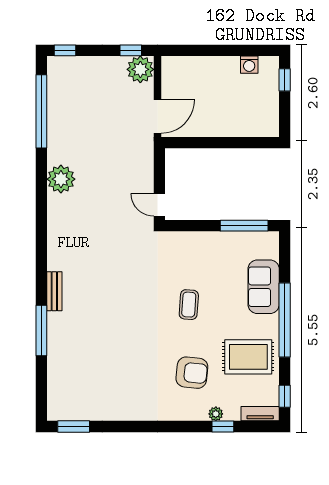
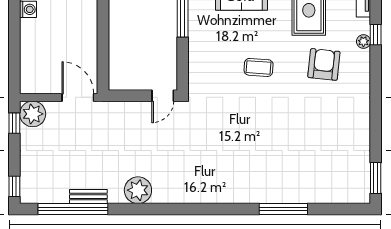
bench: (54, 291) -> (88, 197), moved

